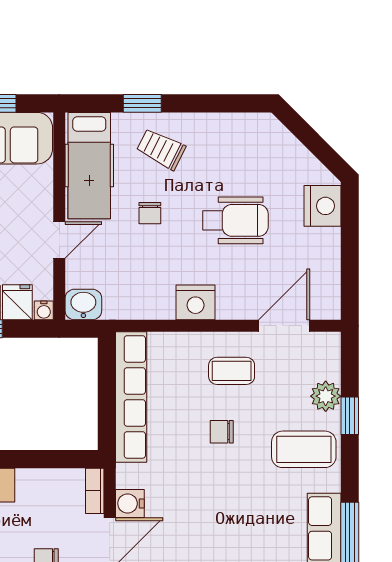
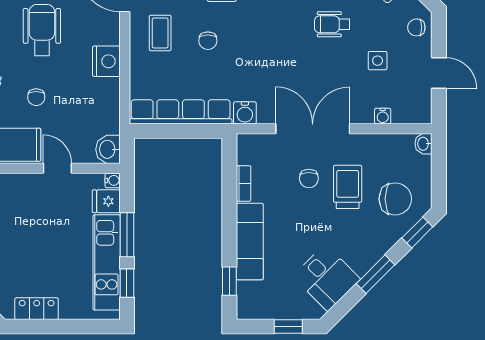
chair: (150, 213) -> (36, 97), turned 90
bookcase: (95, 491) -> (244, 183), moved, turned -90
water cooler: (130, 503) -> (245, 113), moved

